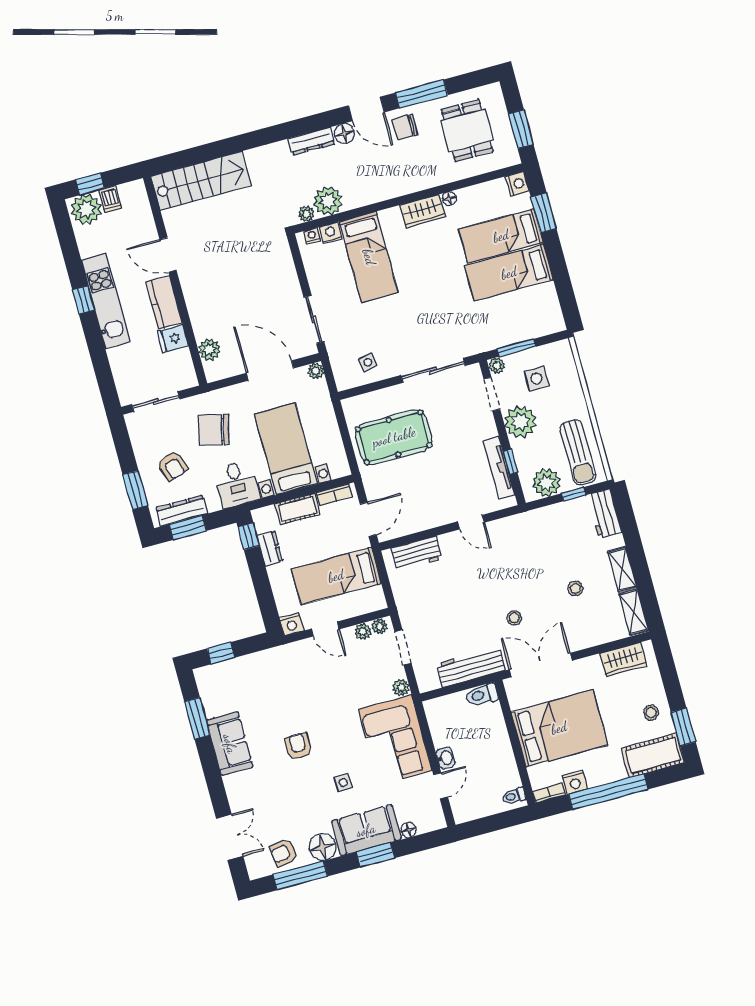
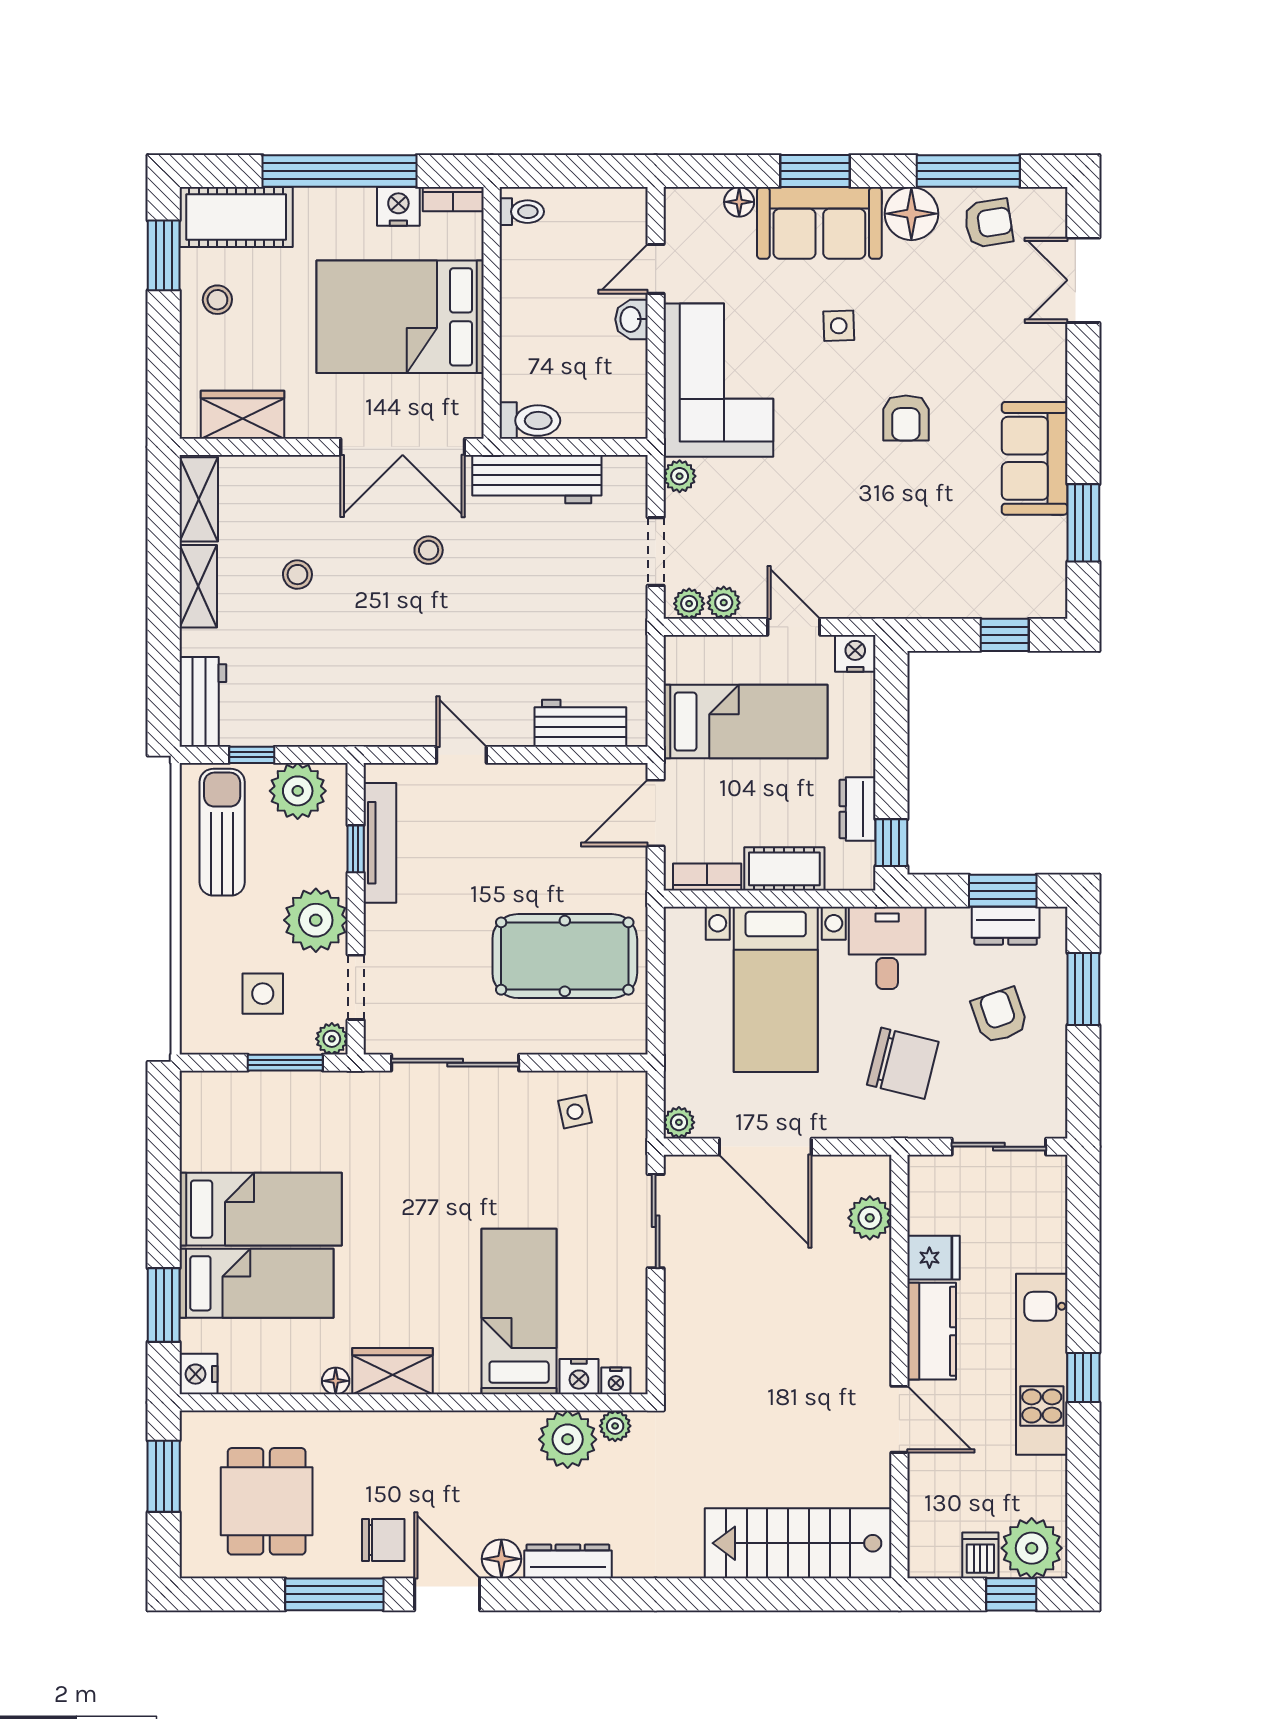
dresser: (182, 511) -> (1006, 926), width x0.70

